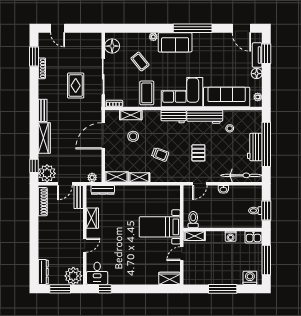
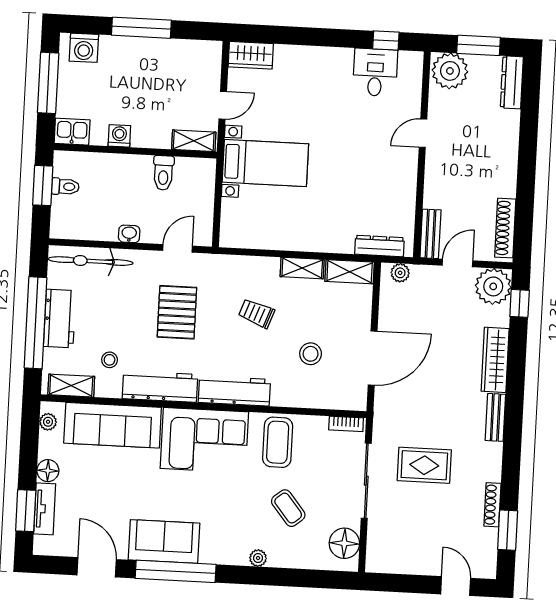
door: (241, 28) -> (97, 567), moved
sofa: (175, 42) -> (164, 542), moved
rug: (76, 86) -> (424, 465), turned 90
shelving: (131, 115) -> (71, 386), moved
workbench: (174, 116) -> (234, 391), width x1.38
pallet: (198, 153) -> (177, 312), width x1.50, depth x1.42
wardrobe: (92, 218) -> (404, 189), removed
toilet: (193, 220) -> (163, 173), moved
desk: (97, 273) -> (375, 72), moved

